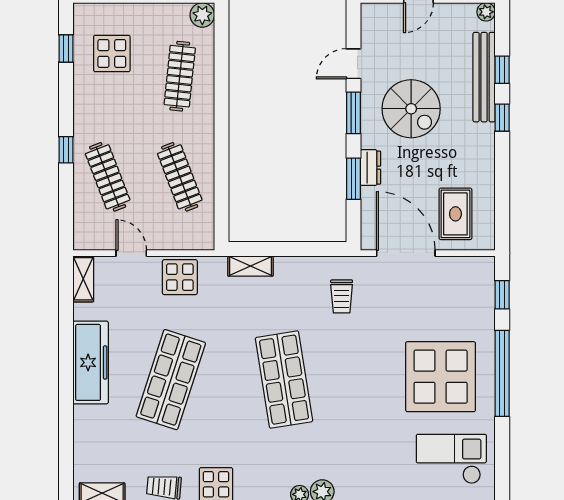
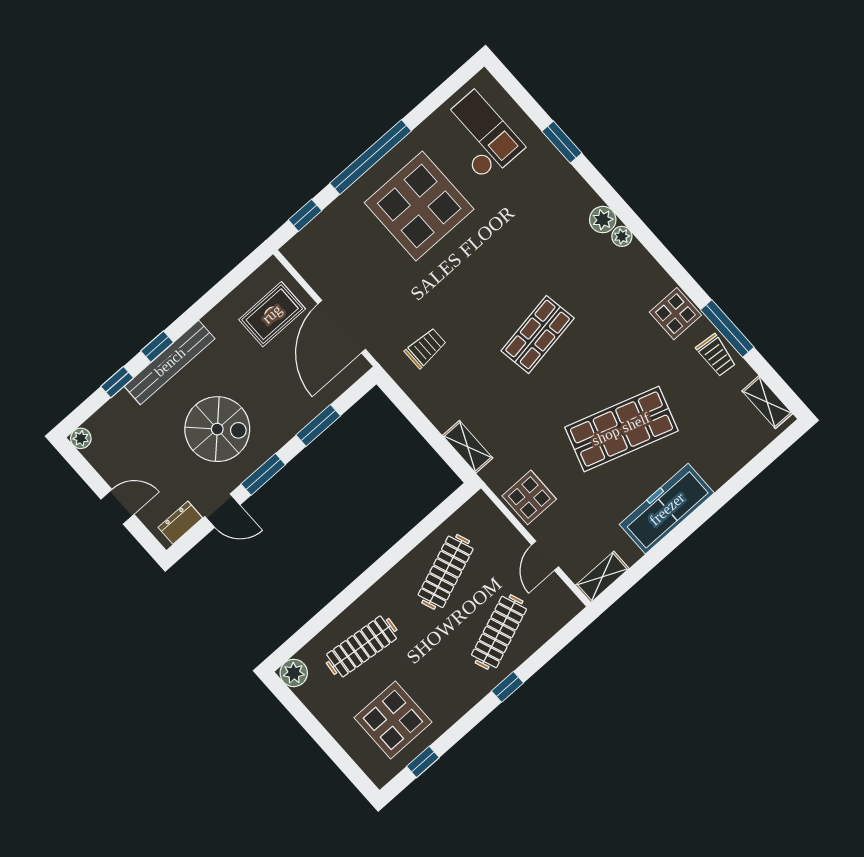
display table: (112, 53) -> (393, 720), width x1.36, depth x1.36
bench: (484, 77) -> (170, 362), moved
spiral stairs: (411, 109) -> (217, 429), turned 90
dresser: (370, 168) -> (180, 523), moved
shop shelf: (284, 380) -> (538, 334), width x0.70, depth x0.74
checkout: (451, 459) -> (480, 136), turned 180

